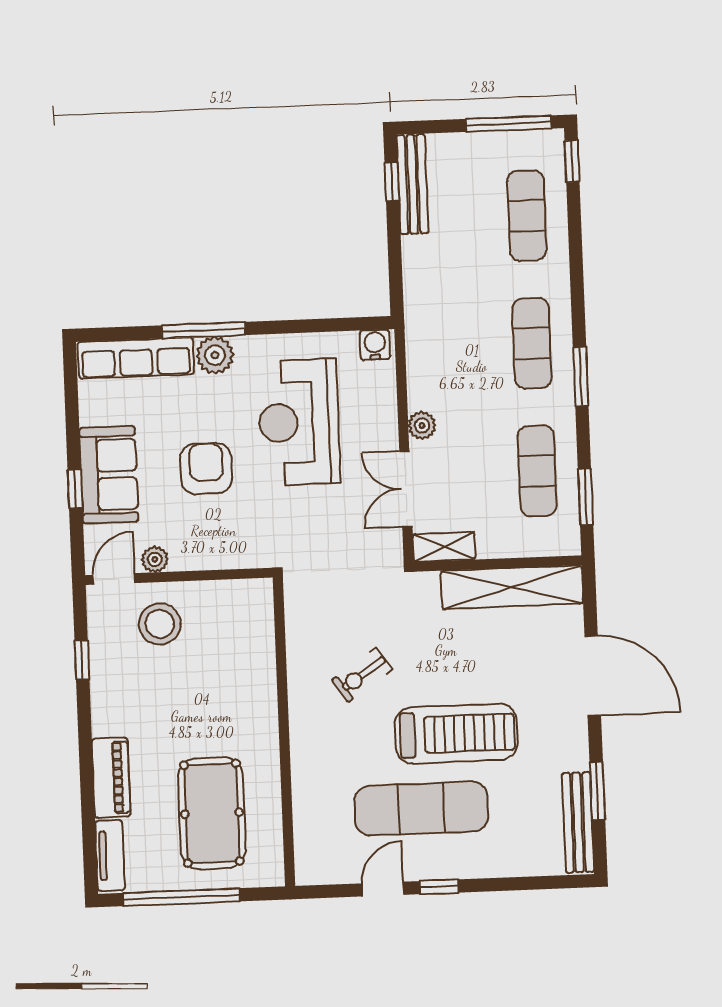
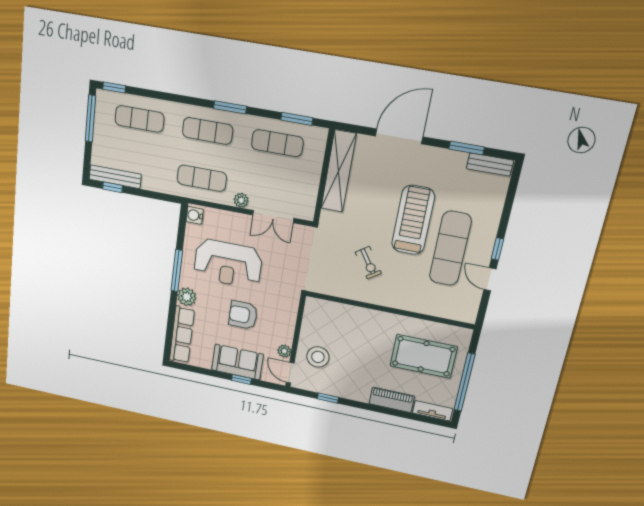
window: (203, 330) -> (177, 271), moved
exercise mat: (446, 347) -> (202, 178), added
shelving: (444, 547) -> (309, 203), removed
bench: (578, 822) -> (490, 164), width x0.73

